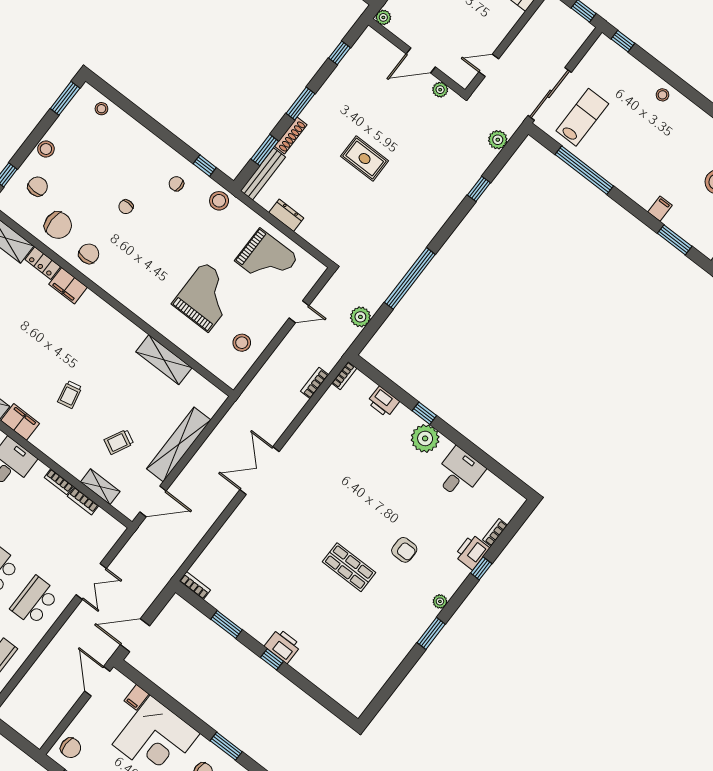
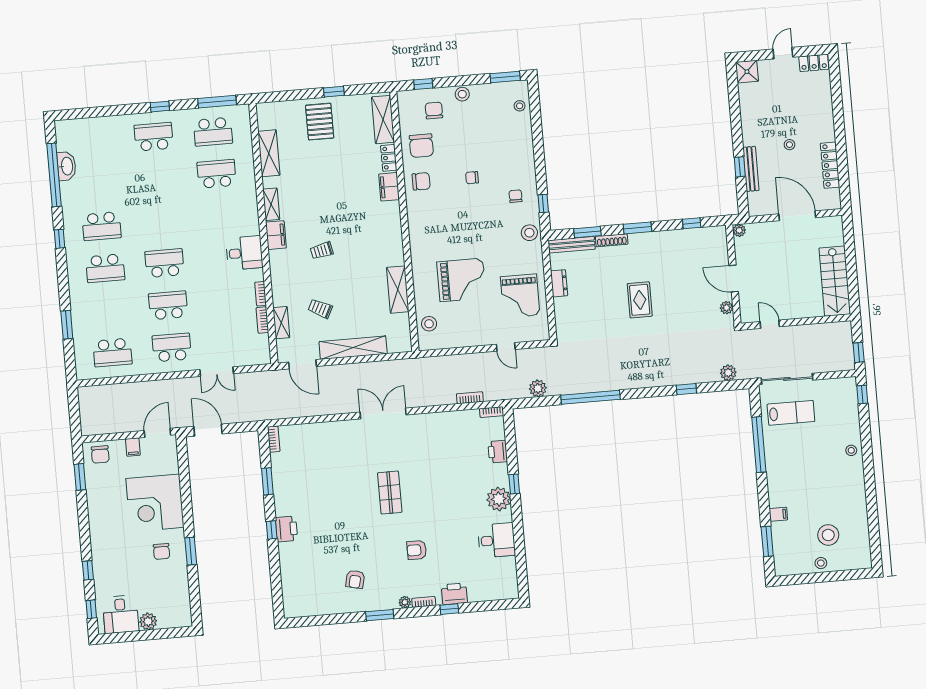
chair: (38, 186) -> (434, 111), turned -92
stool: (242, 343) -> (429, 324), moved
bookcase: (495, 533) -> (424, 602), moved
armchair: (404, 550) -> (417, 550), turned 90
shop shelf: (349, 567) -> (390, 493), moved
armchair: (381, 626) -> (355, 579), added
filing cabinet: (137, 697) -> (133, 447), moved, turned -90

